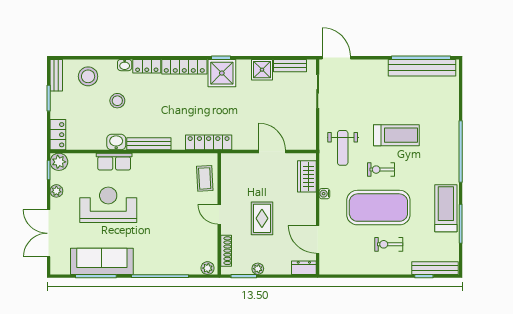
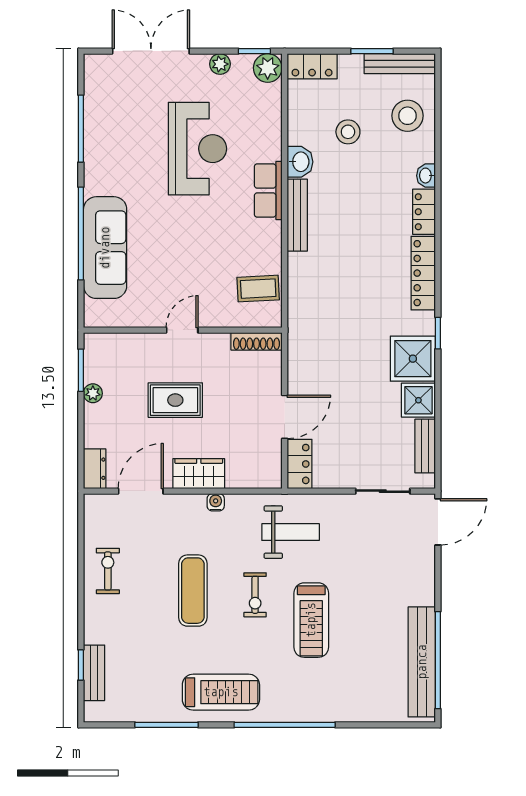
shower: (222, 73) -> (413, 359), moved
bench: (56, 75) -> (400, 64), width x1.36
stool: (117, 101) -> (348, 132), moved
locker: (209, 142) -> (300, 464), moved, width x0.66
weight bench: (343, 148) -> (291, 532), turned 180
row of seats: (114, 162) -> (268, 191), moved
exercise bike: (381, 170) -> (255, 595), turned 180
wardrobe: (307, 176) -> (199, 474), moved
coffee table: (205, 178) -> (258, 289), moved
exercise mat: (378, 208) -> (193, 591), width x0.50, depth x0.69
treadmill: (446, 208) -> (221, 692), moved
exercise bike: (389, 244) -> (108, 571), moved
shoe rack: (226, 251) -> (256, 341), moved
sofa: (102, 261) -> (105, 248), moved
plant: (208, 268) -> (94, 311), removed
bench: (435, 268) -> (94, 673), width x0.73

